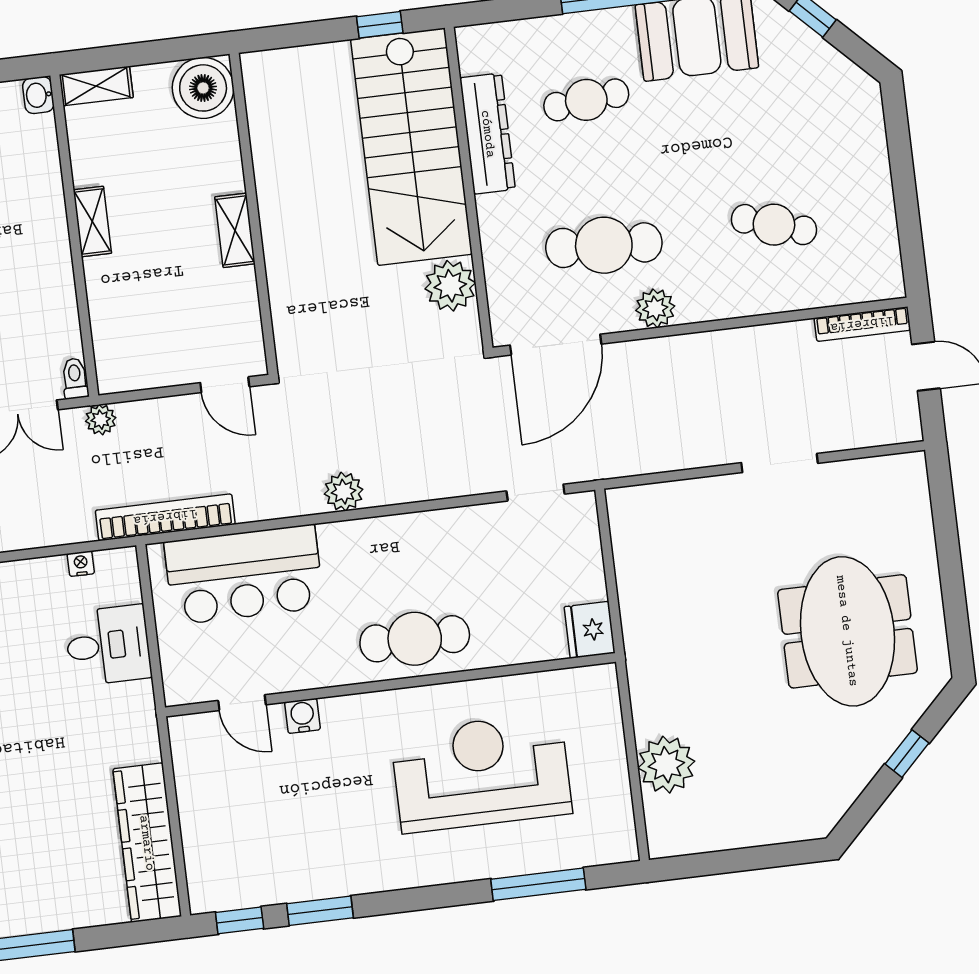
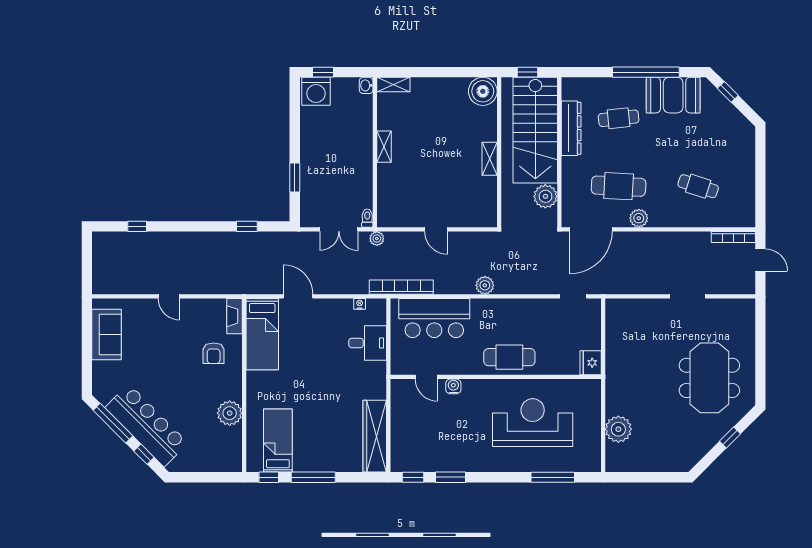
boiler: (203, 88) -> (483, 91), moved
wall: (254, 214) -> (499, 152), moved
shelving: (235, 230) -> (490, 159), moved

